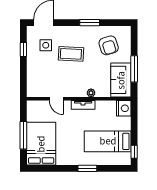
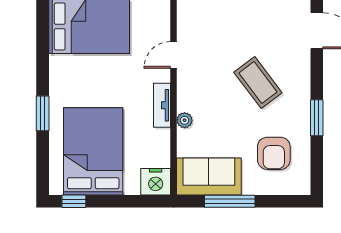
side table: (46, 45) -> (274, 35), removed
armchair: (109, 45) -> (274, 153), turned -72
coffee table: (71, 54) -> (258, 83), turned -40
bed: (108, 141) -> (93, 151), width x1.50

